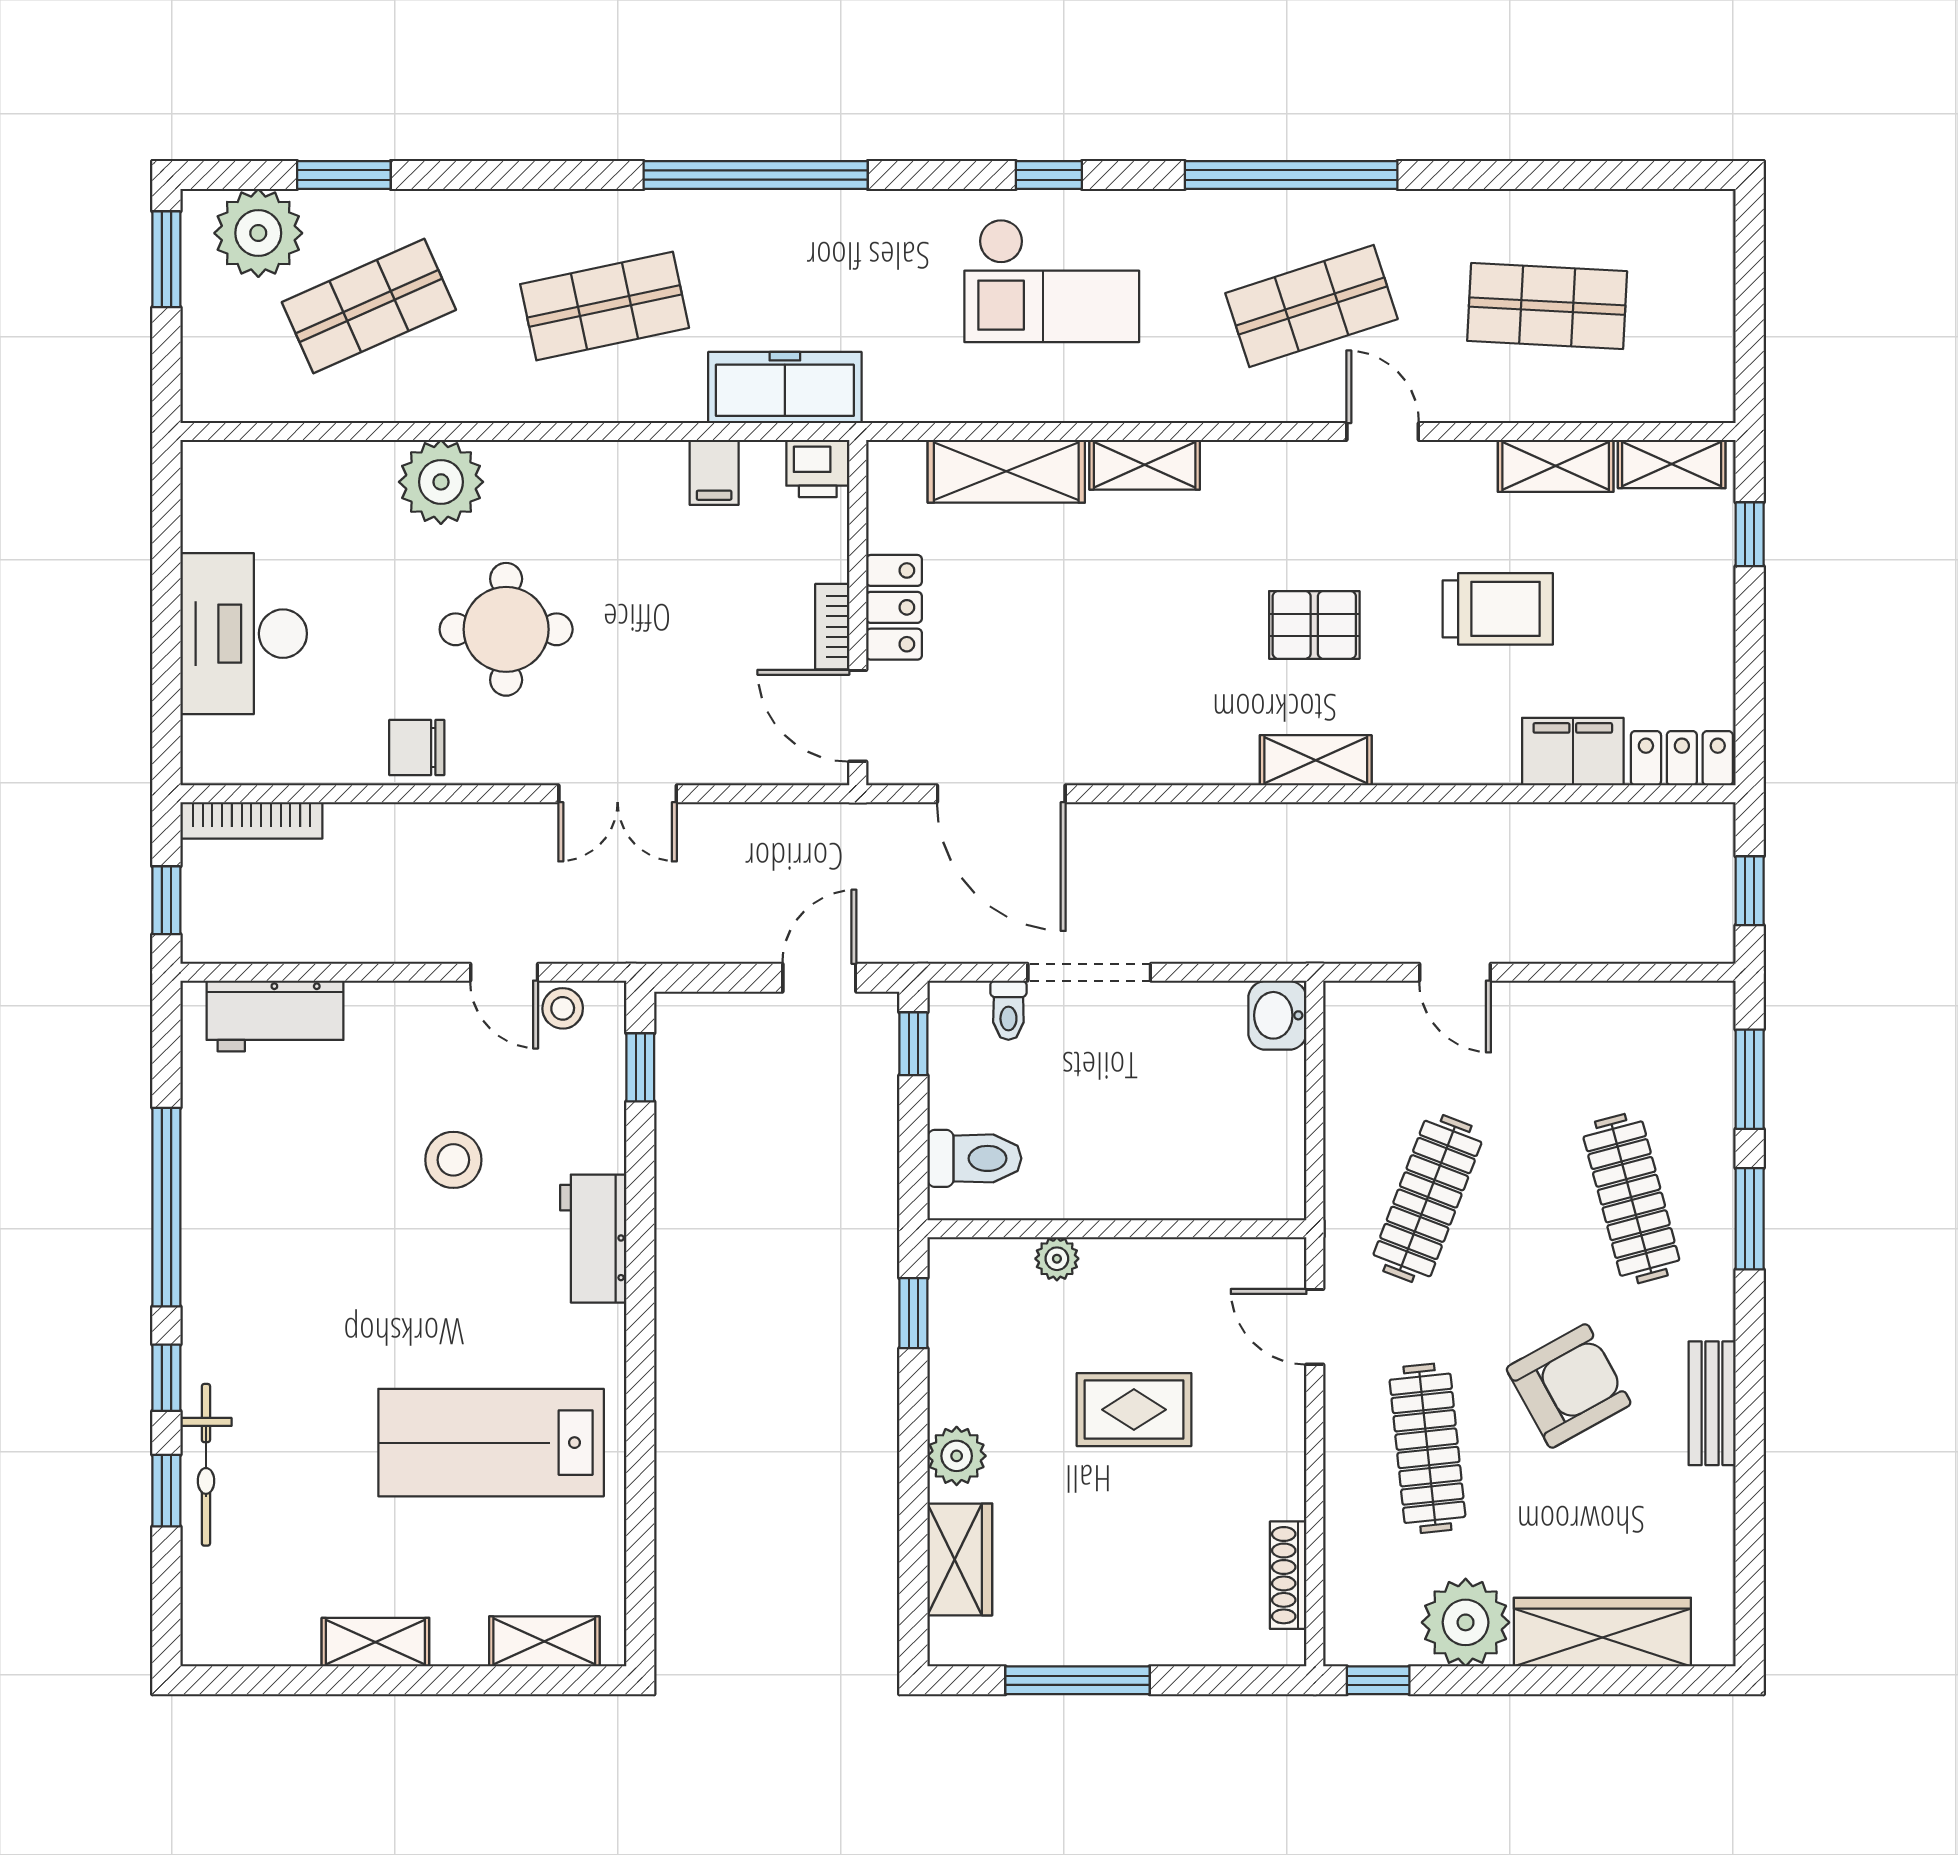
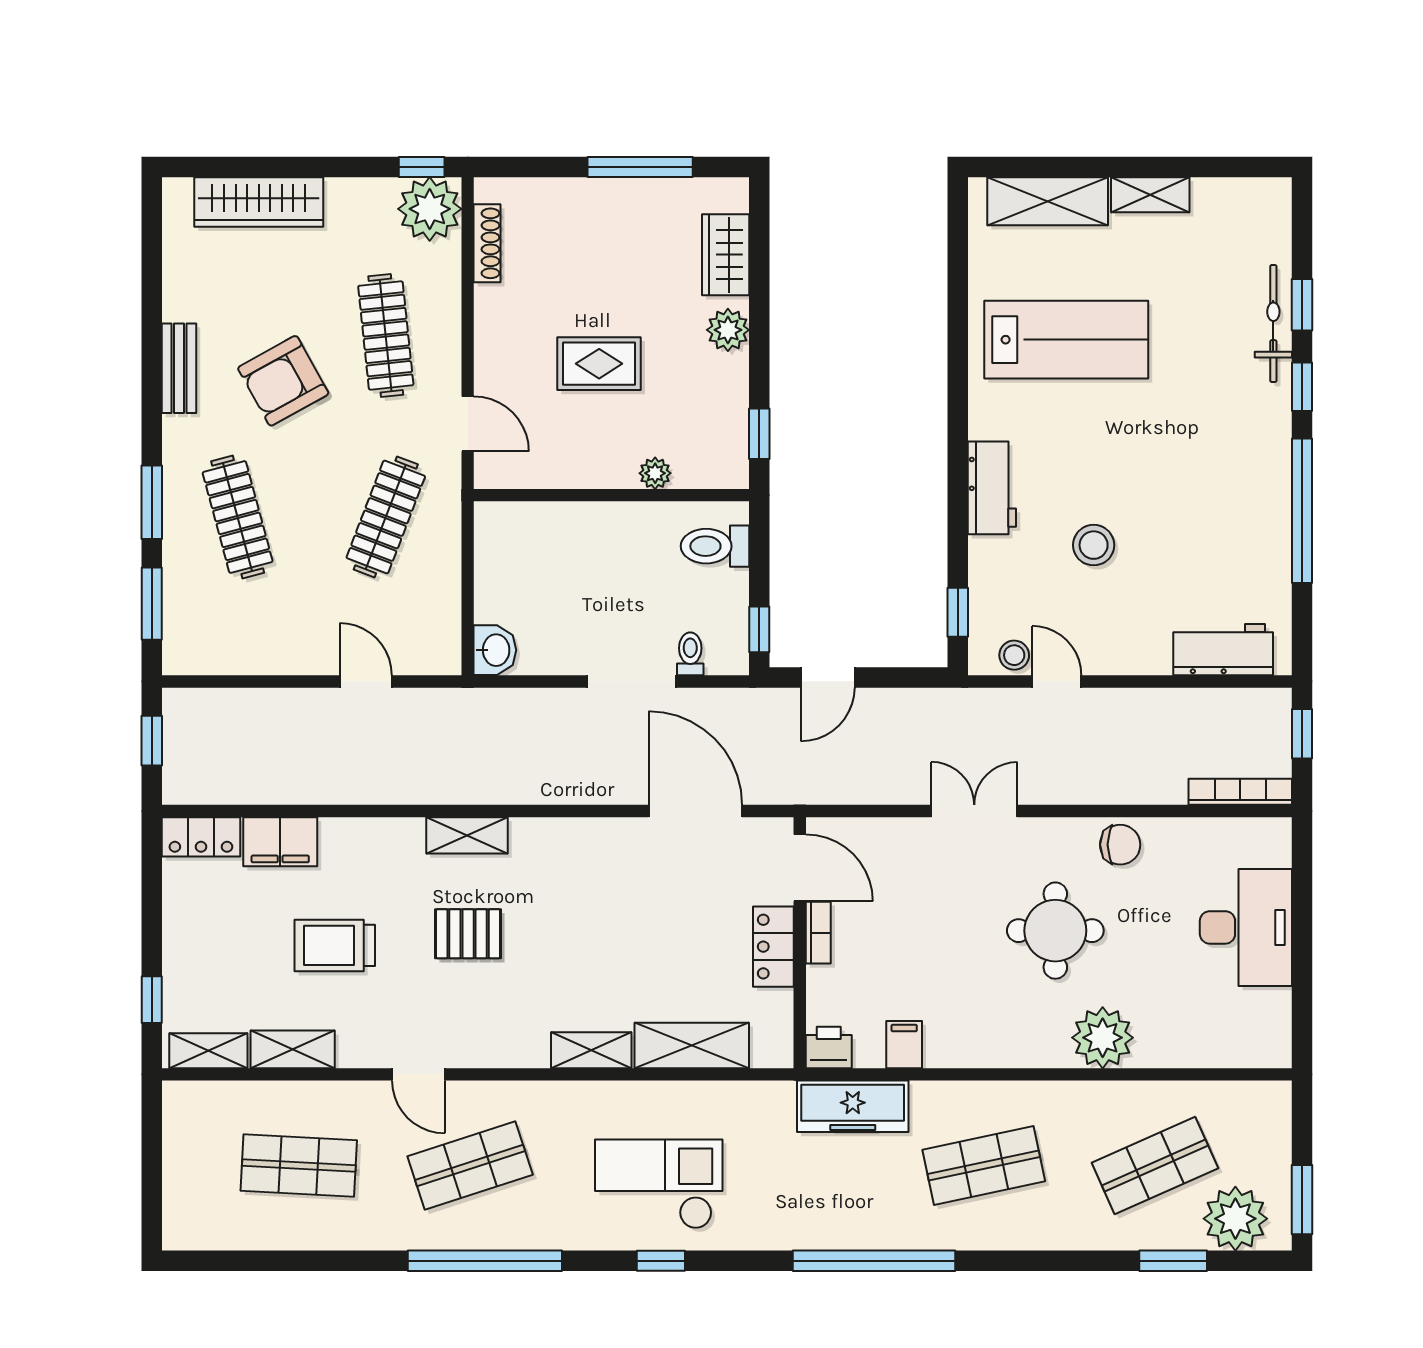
plant: (1466, 1622) -> (430, 209), moved
shelving: (544, 1641) -> (1048, 201), width x1.50, depth x1.33

